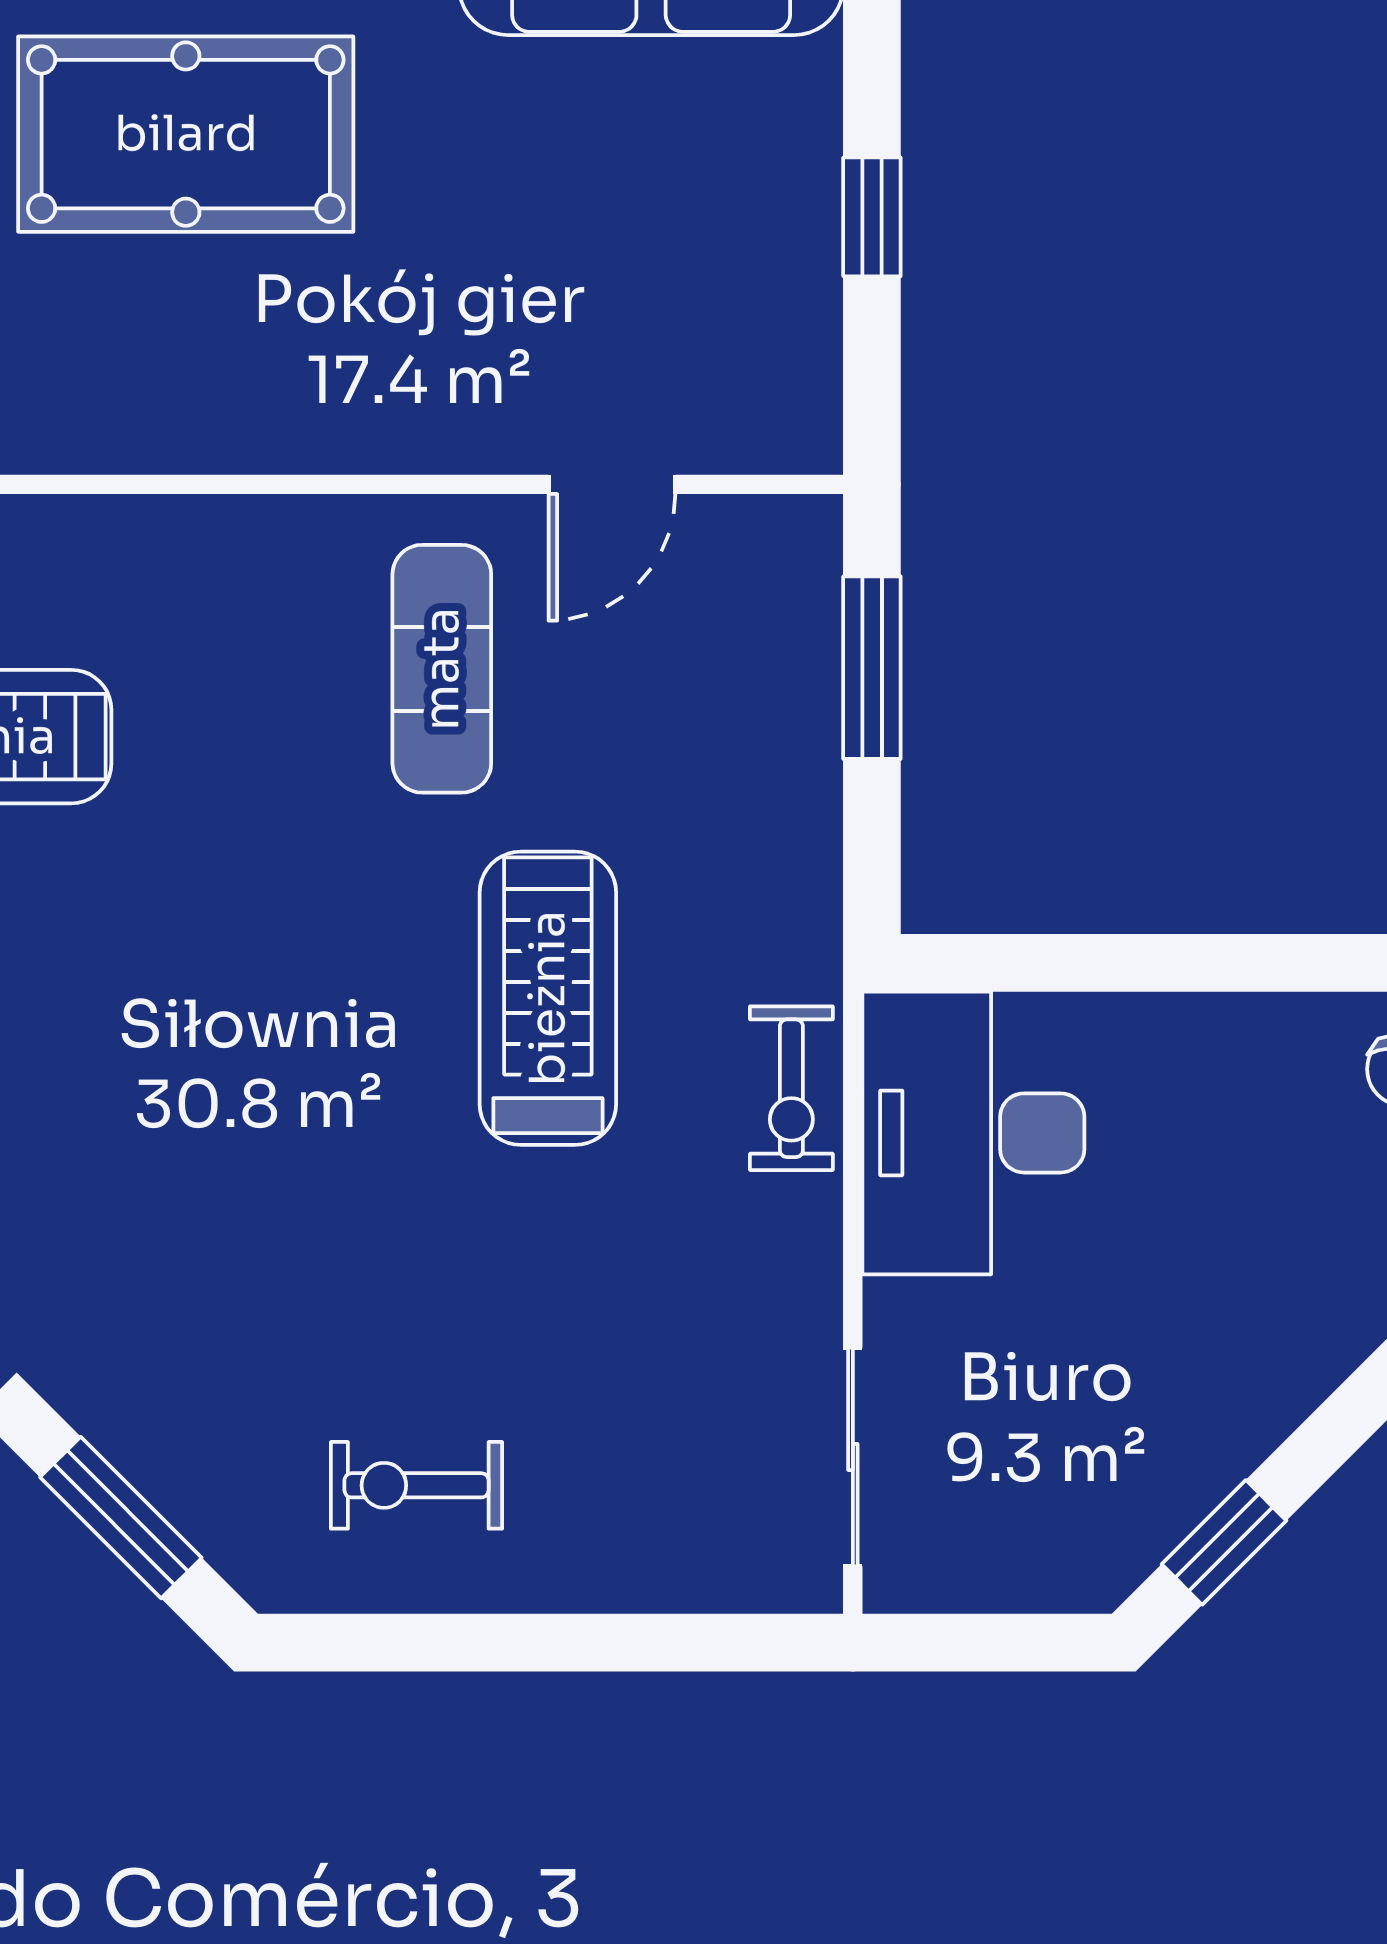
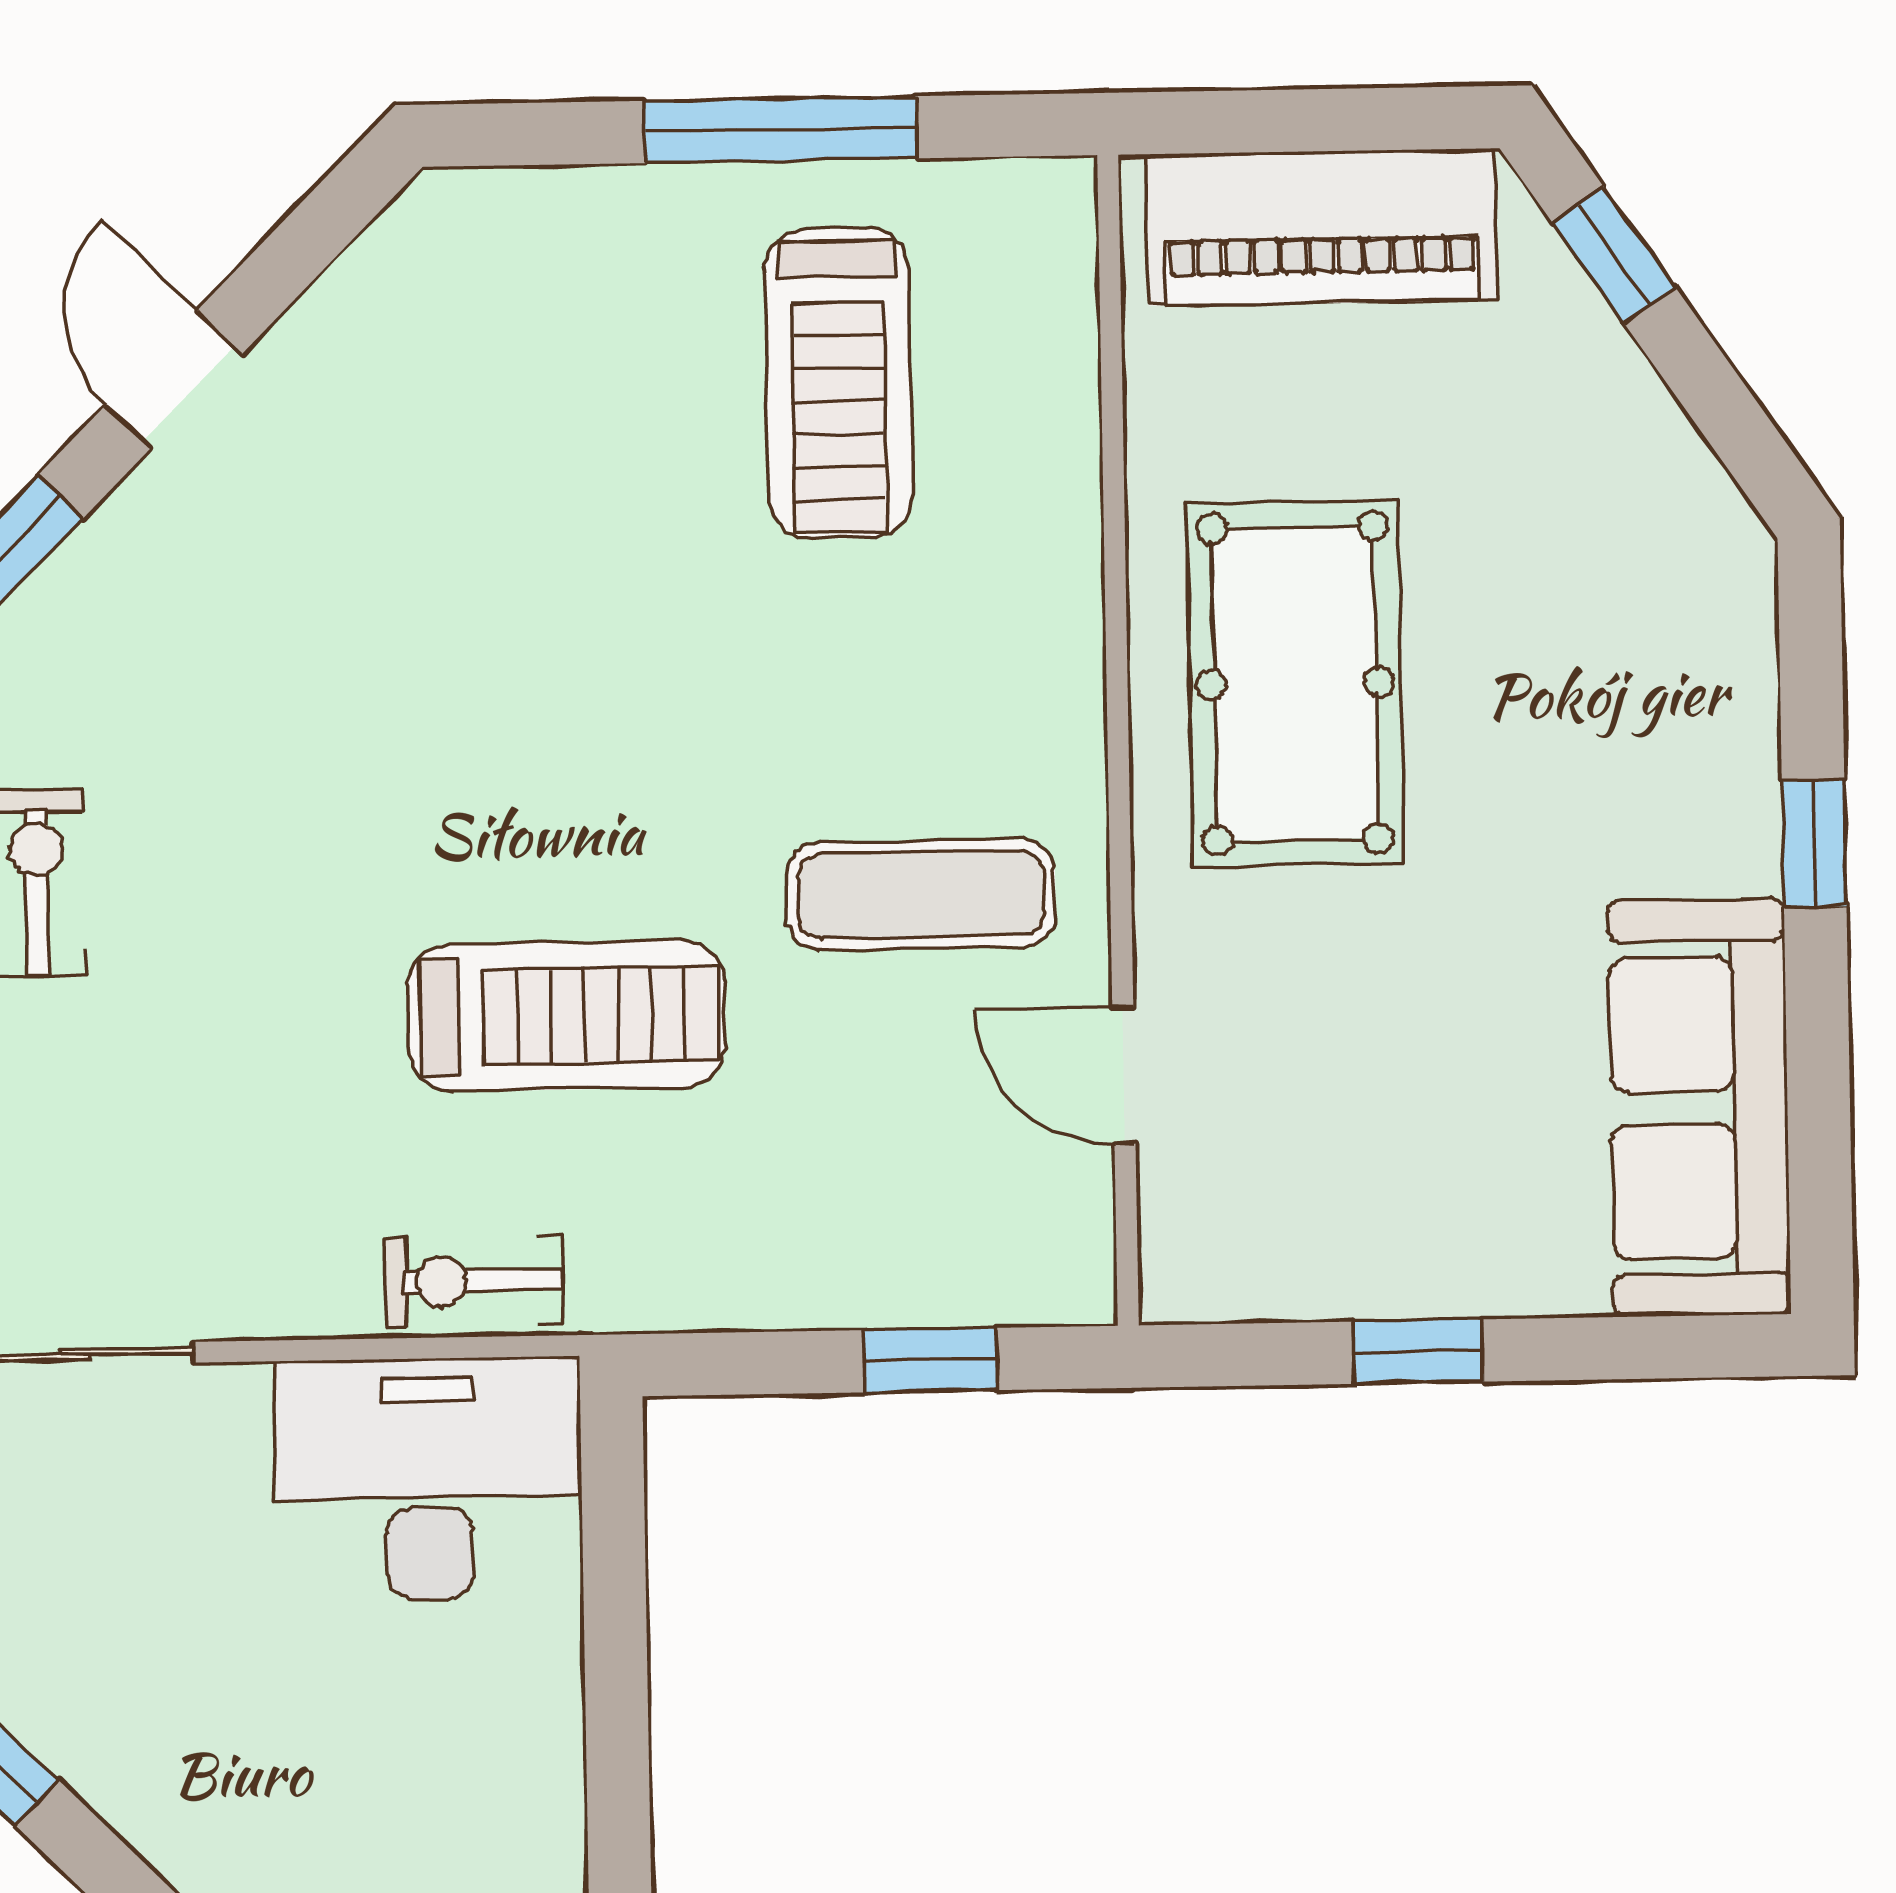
pool table: (186, 134) -> (1295, 683), moved
window: (872, 668) -> (930, 1360), width x0.67

